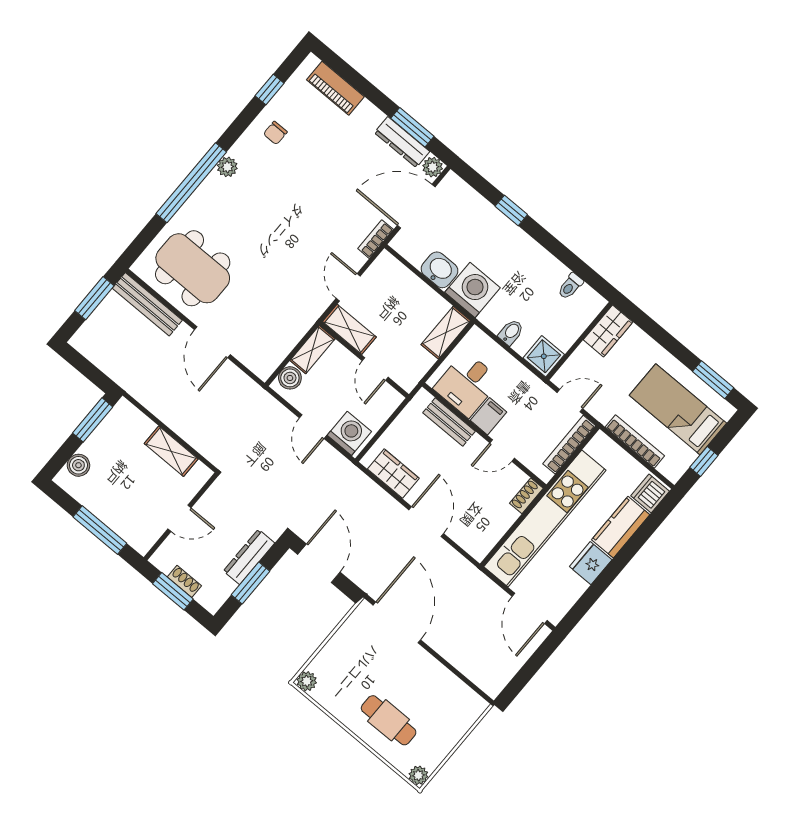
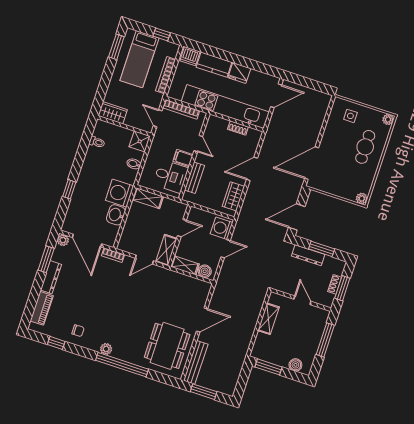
dresser: (402, 142) -> (51, 277), moved
shoe rack: (526, 496) -> (238, 128), moved
side table: (449, 716) -> (350, 116), added

